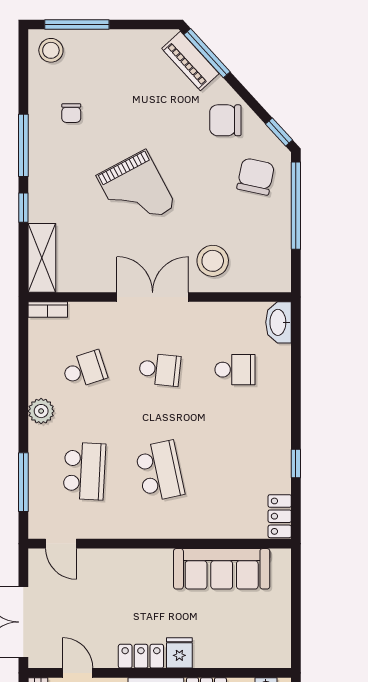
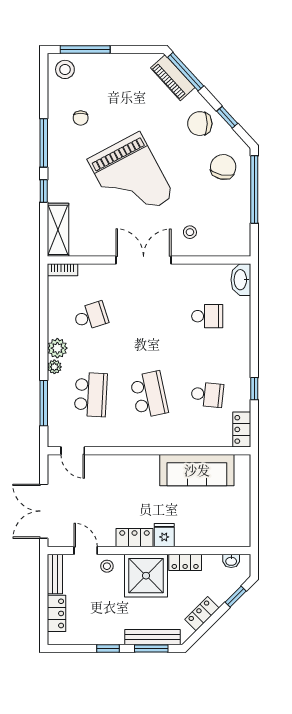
window: (279, 132) -> (227, 117), moved
grand piano: (136, 191) -> (131, 178), width x1.37, depth x1.48
stool: (213, 261) -> (190, 232), width x0.53, depth x0.53
school desk: (160, 370) -> (207, 395), moved
plant: (37, 435) -> (54, 367), added

